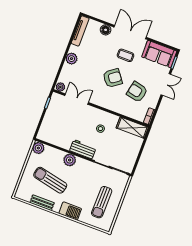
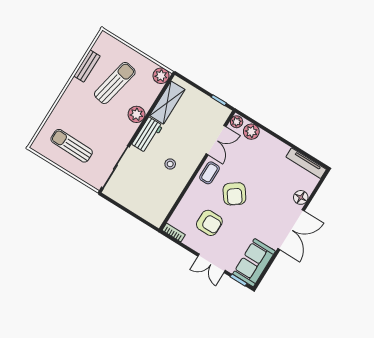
coffee table: (126, 55) -> (209, 173), moved
plant: (72, 59) -> (251, 132), moved
armchair: (137, 92) -> (209, 223), turned 78
shelving: (132, 128) -> (167, 103), moved
barbecue: (70, 211) -> (68, 101), removed

